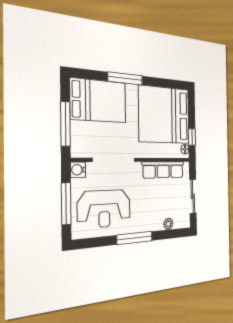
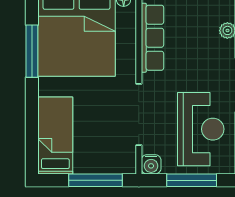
window: (125, 79) -> (32, 51), moved
bed: (99, 101) -> (55, 136), width x0.67

